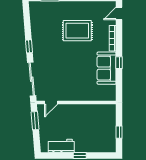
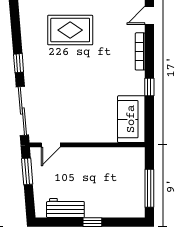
rug: (77, 31) -> (70, 30), moved
sofa: (107, 68) -> (131, 119), moved
window: (119, 132) -> (149, 188), width x2.17

